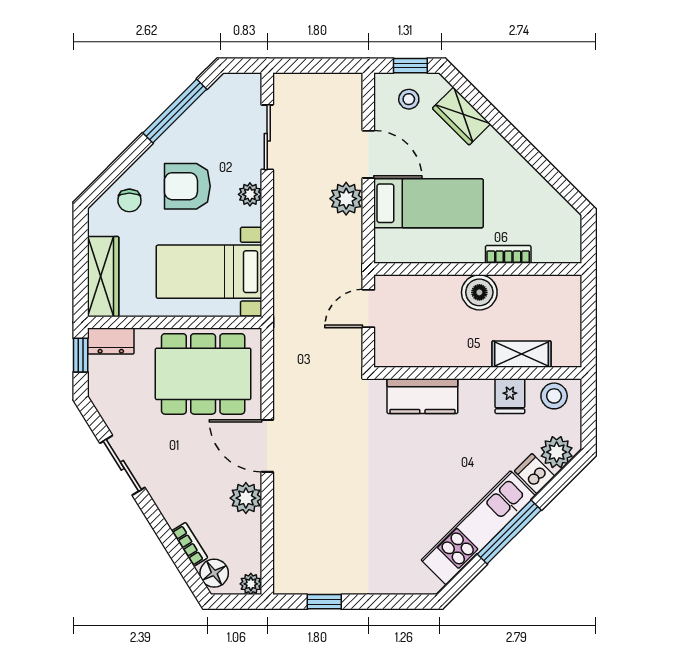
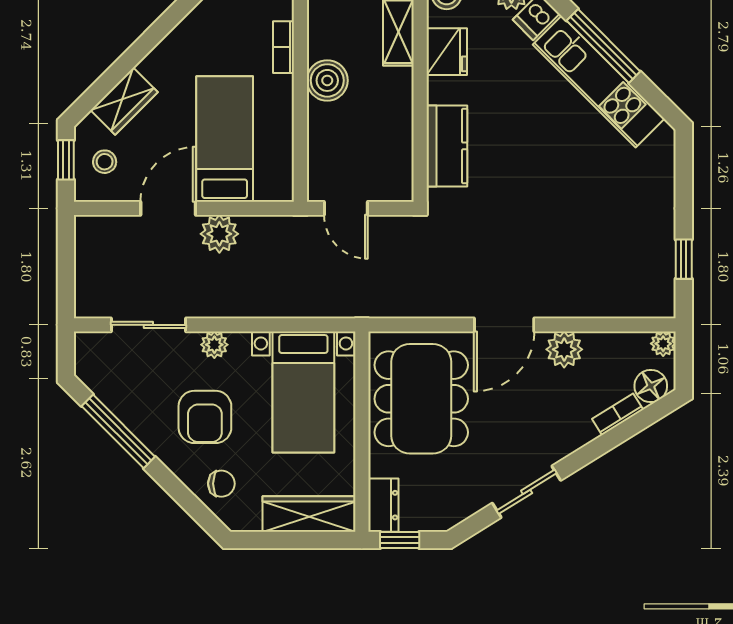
fridge: (510, 396) -> (447, 52), width x1.38

